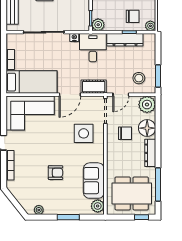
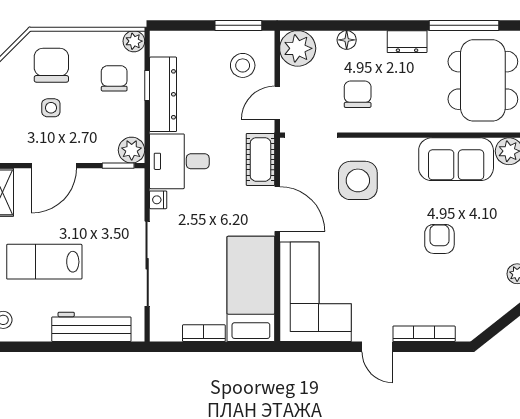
door: (121, 95) -> (277, 103), swing flipped
floor lamp: (147, 128) -> (347, 40), width x0.53, depth x0.53
dresser: (150, 153) -> (407, 42), width x0.70

